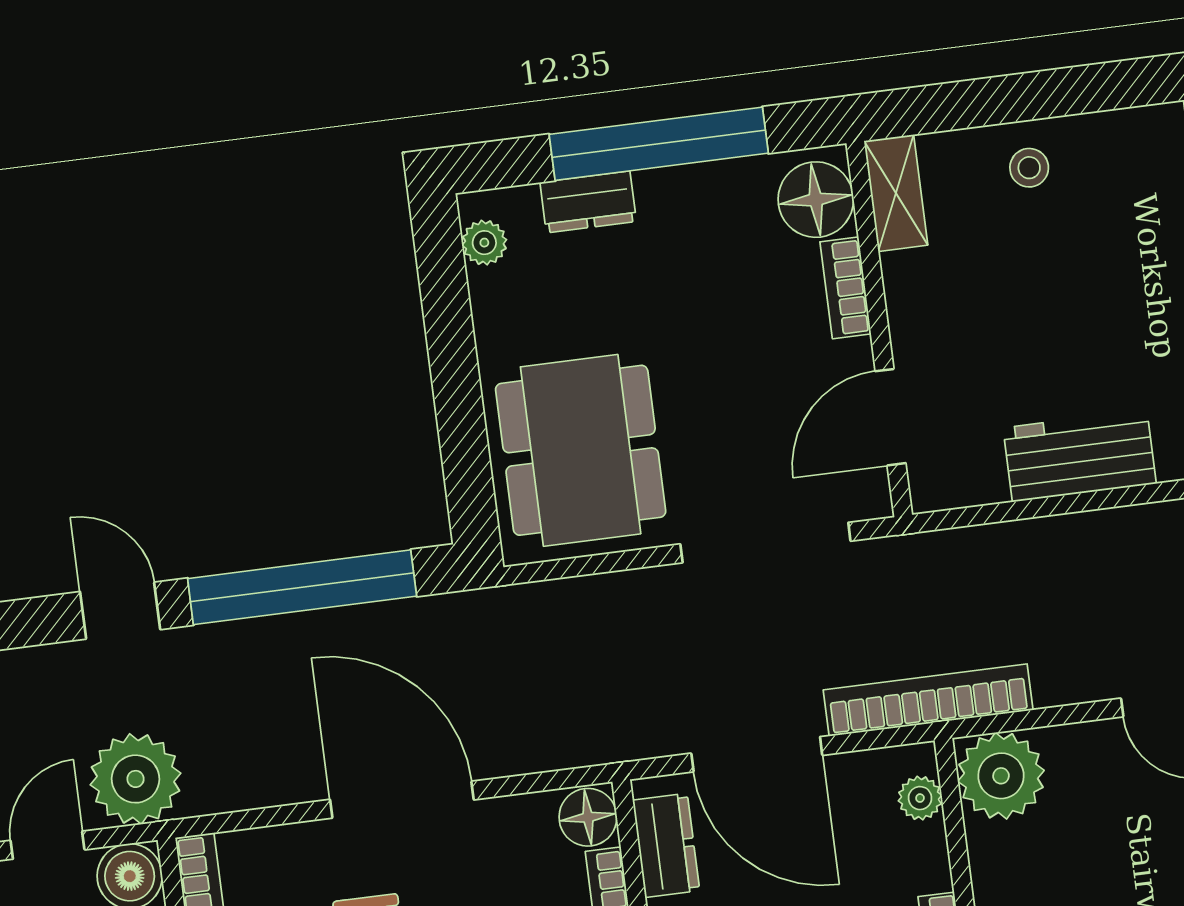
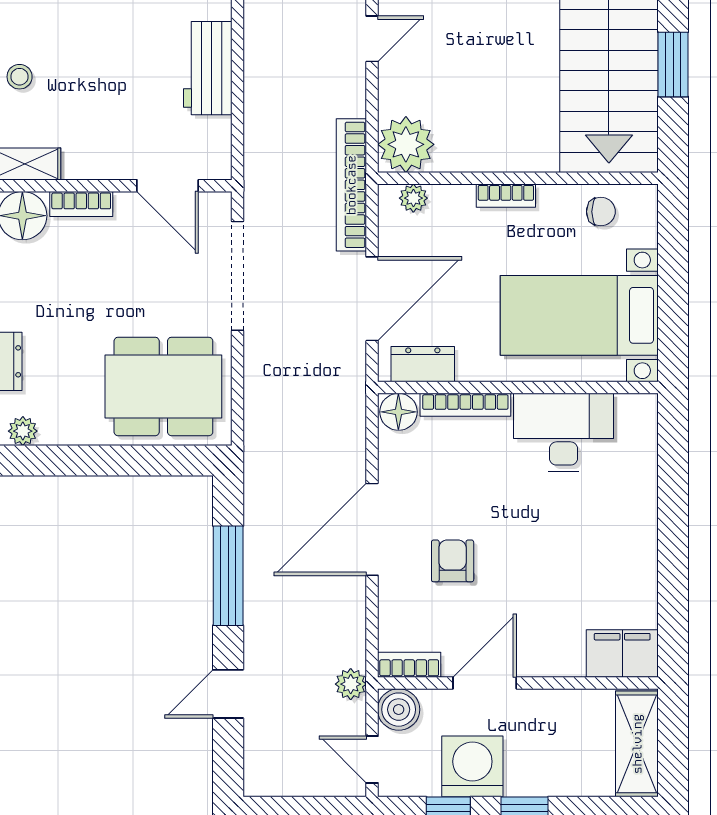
window: (302, 587) -> (228, 576), width x0.68
plant: (136, 779) -> (351, 684), width x0.53, depth x0.53

